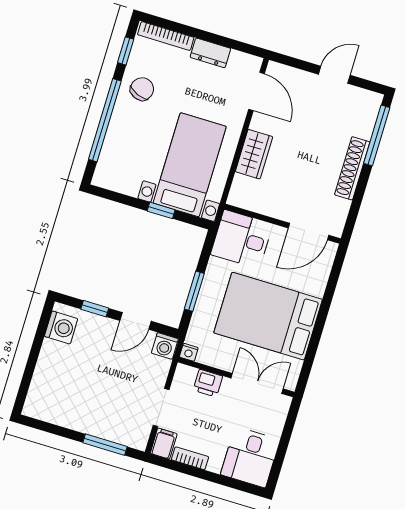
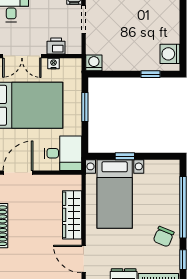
wardrobe: (254, 154) -> (72, 215), width x1.50
door: (135, 321) -> (120, 74), removed
nightstand: (189, 352) -> (54, 63), moved

